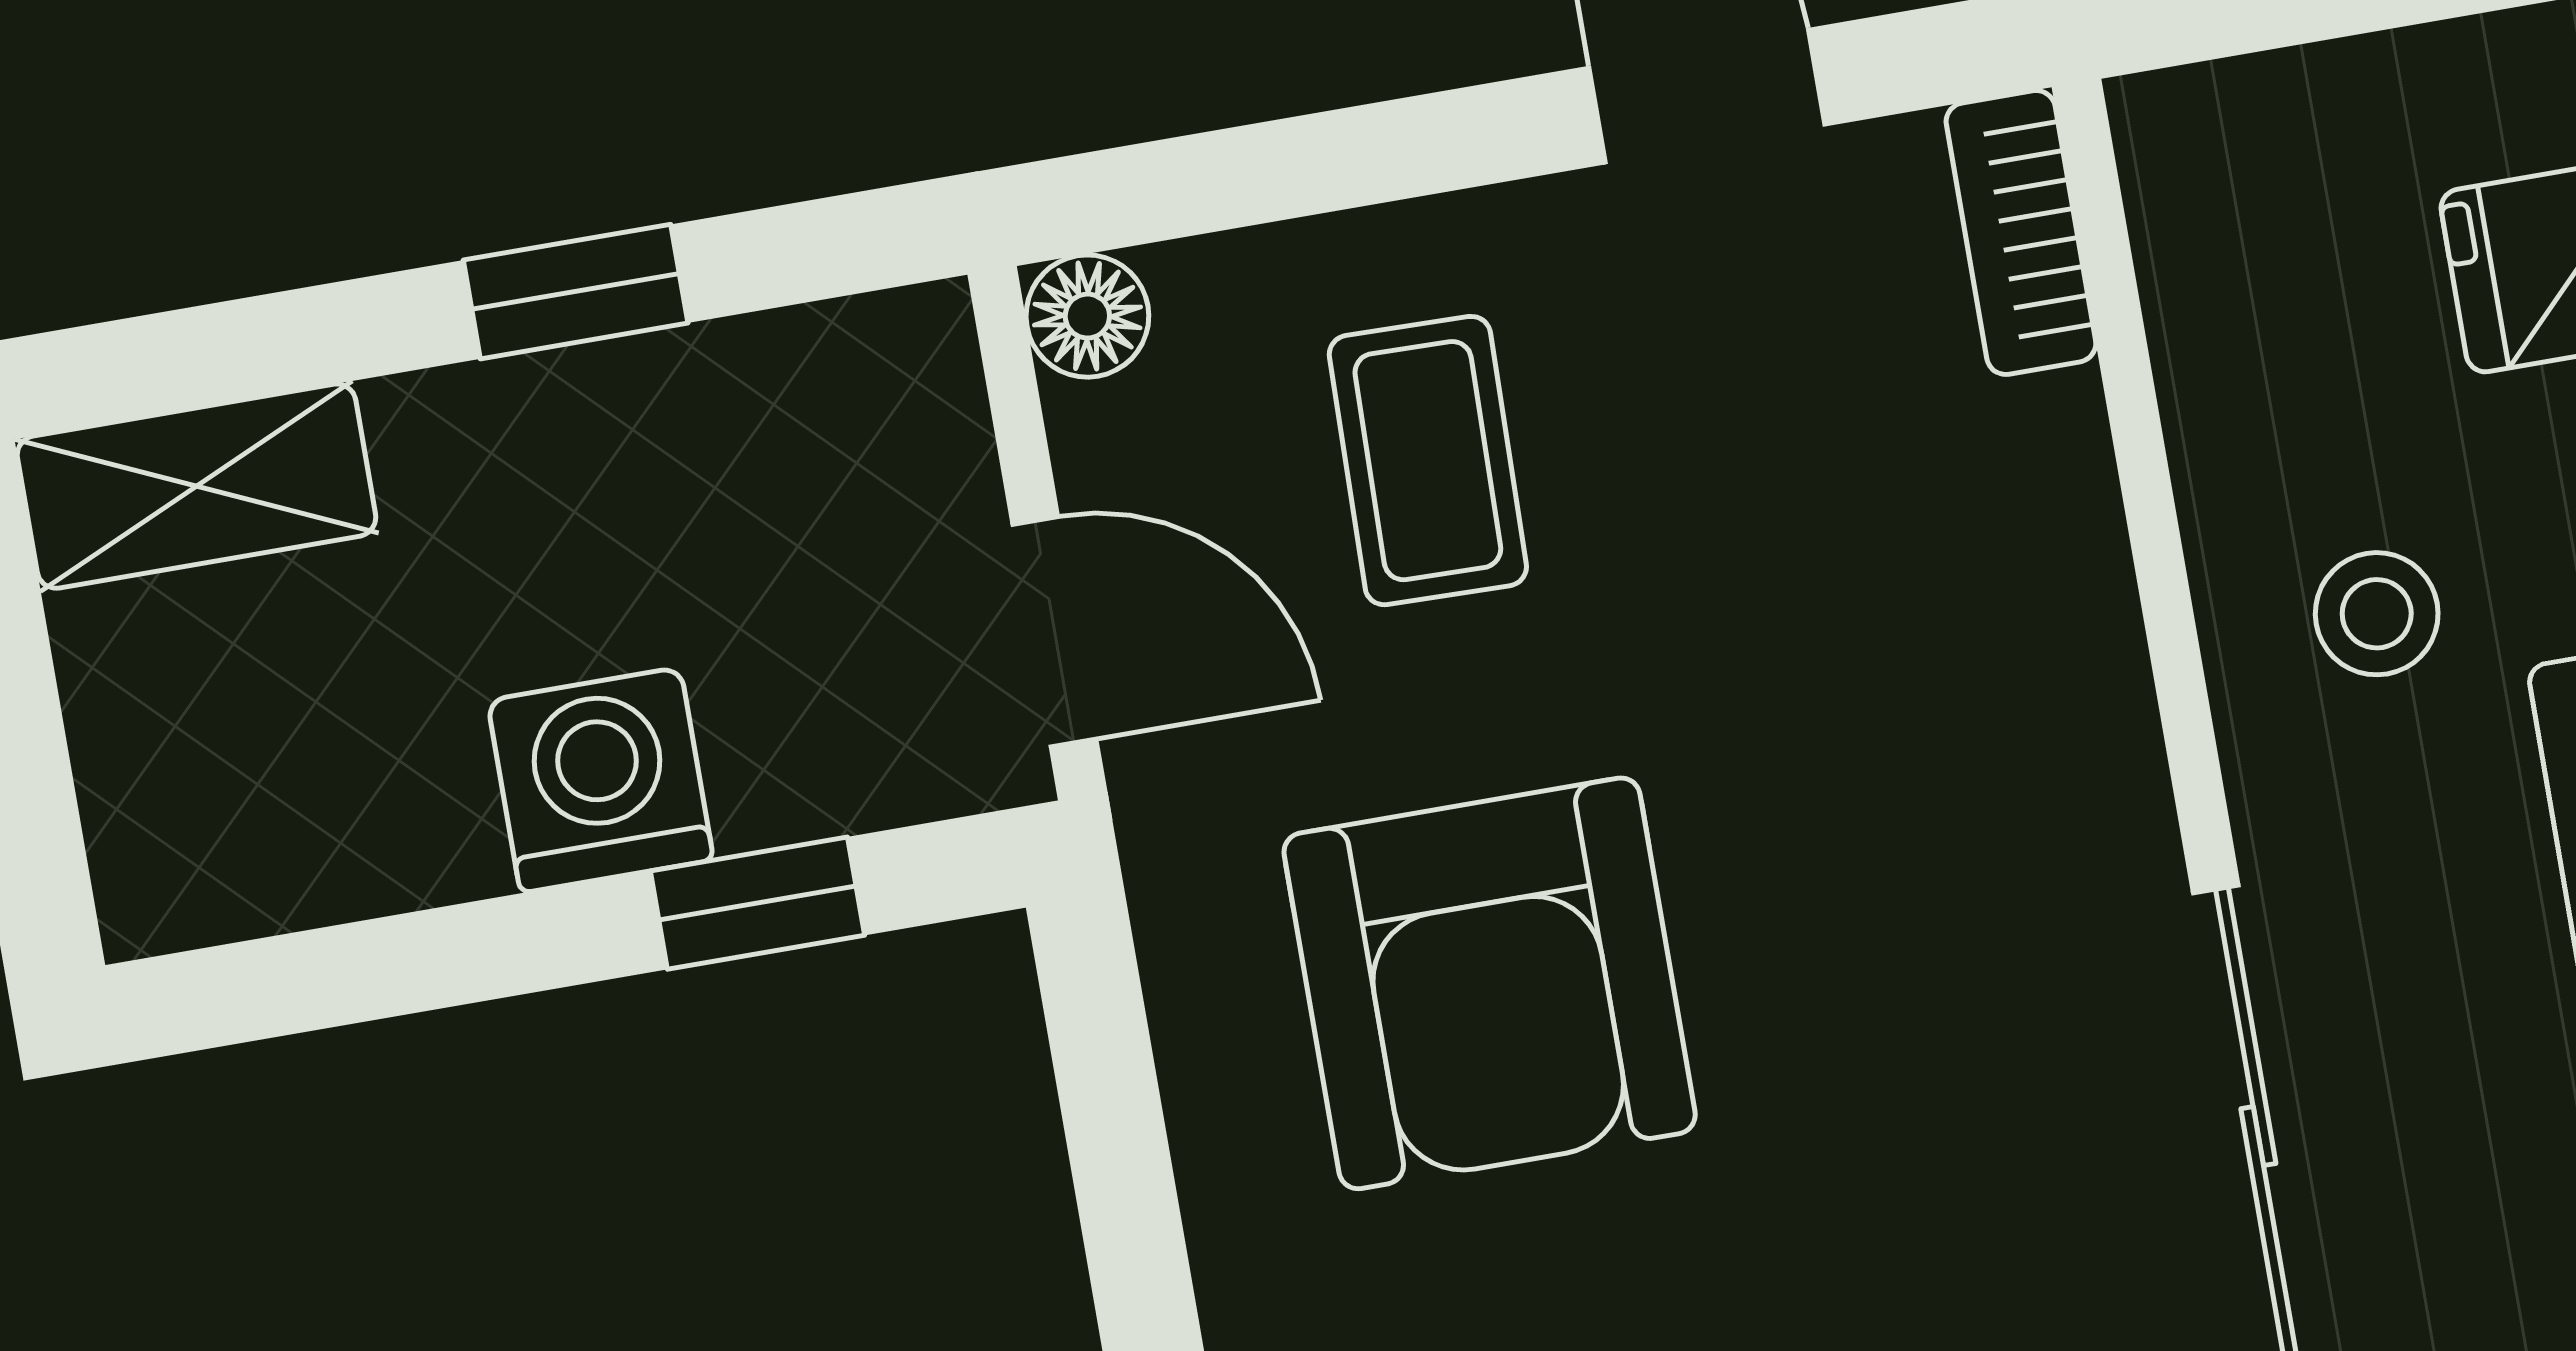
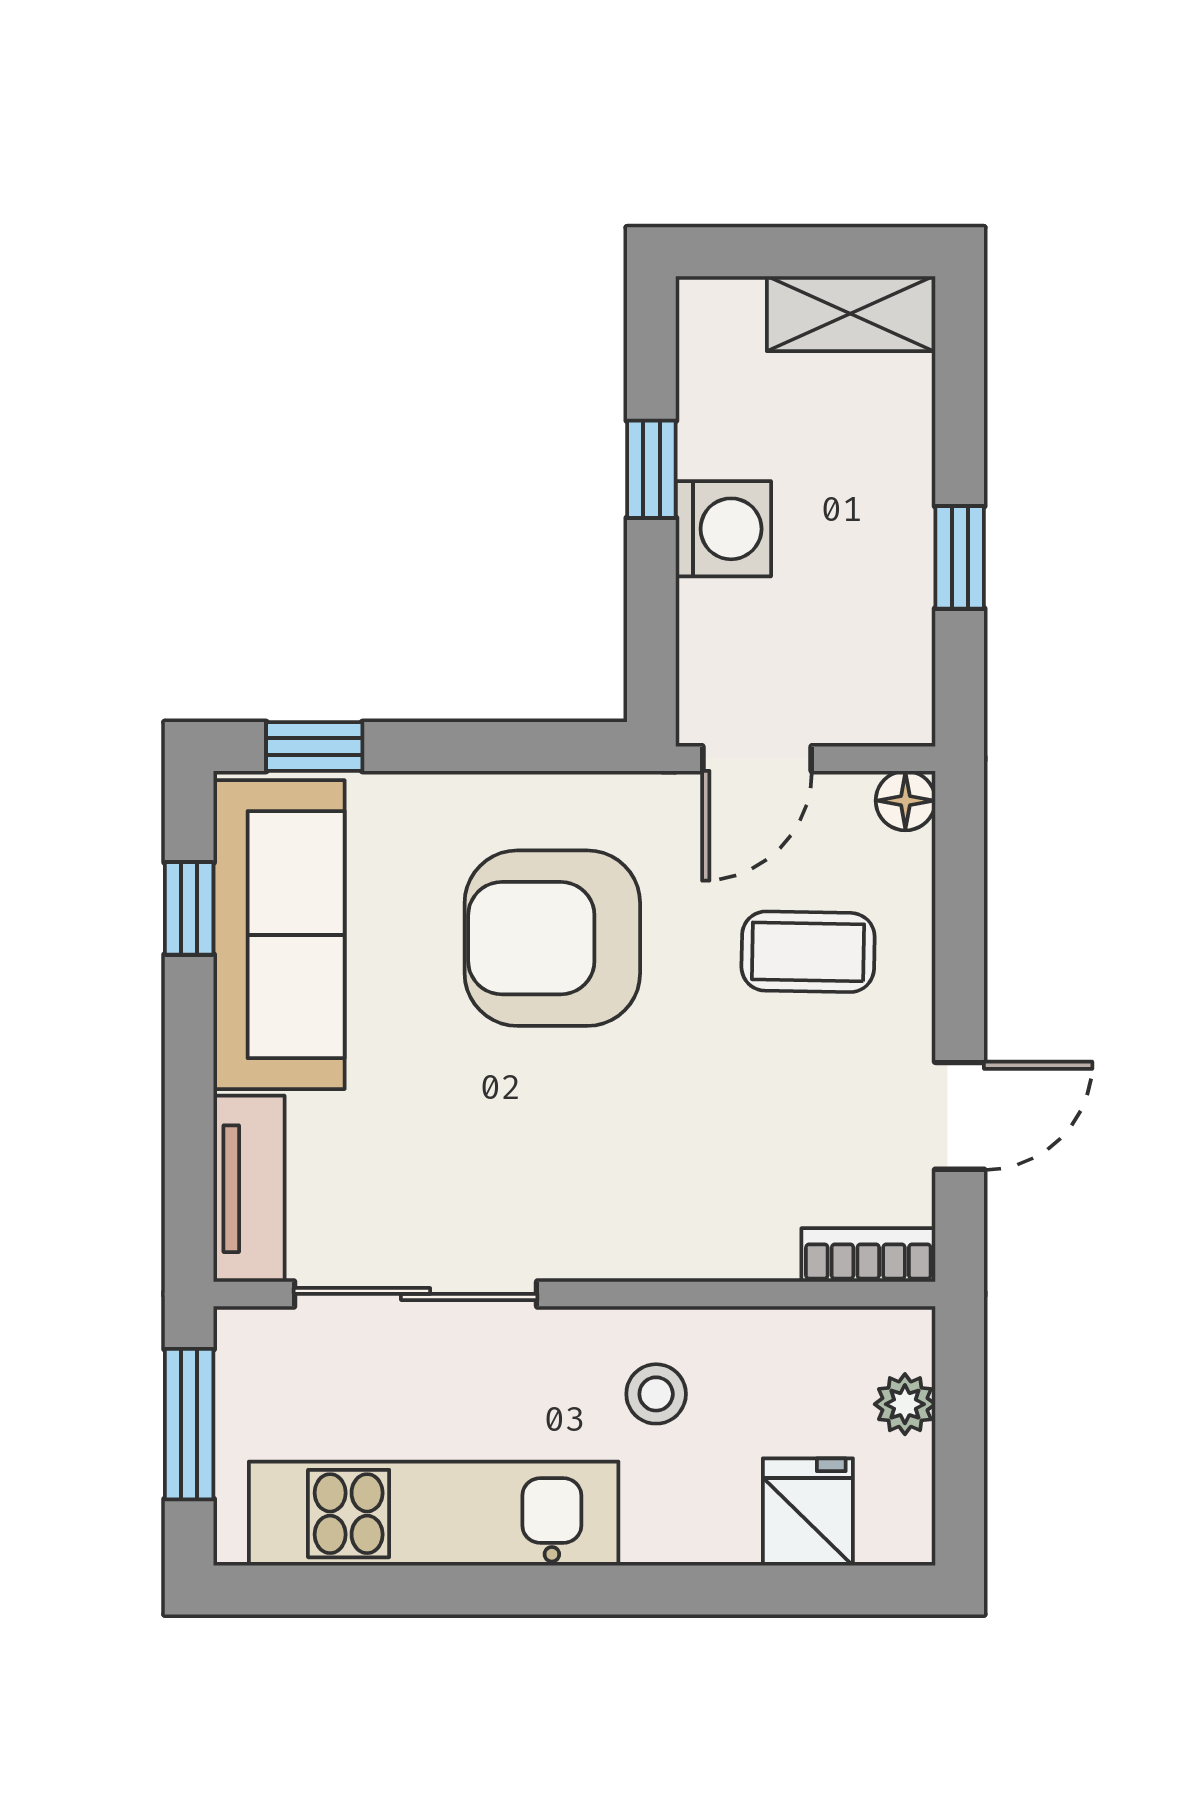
plant: (2310, 106) -> (905, 1404), added
shelving: (196, 486) -> (850, 314), moved, turned 90
window: (757, 903) -> (651, 469), moved

